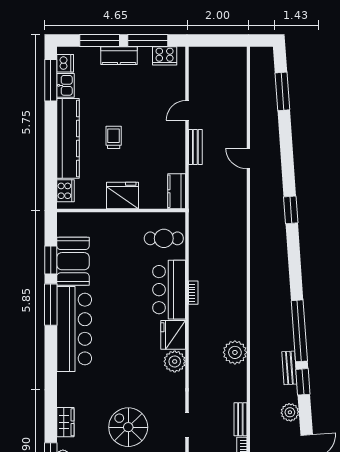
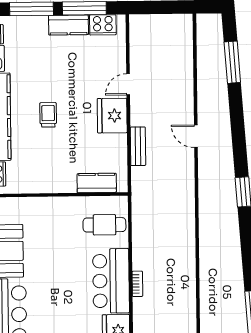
kitchen counter: (119, 56) -> (69, 25), moved
bench: (195, 147) -> (138, 146), moved
kitchen counter: (177, 191) -> (97, 183), moved, turned 90
fridge: (122, 196) -> (112, 116), moved, turned -90

